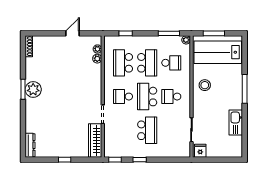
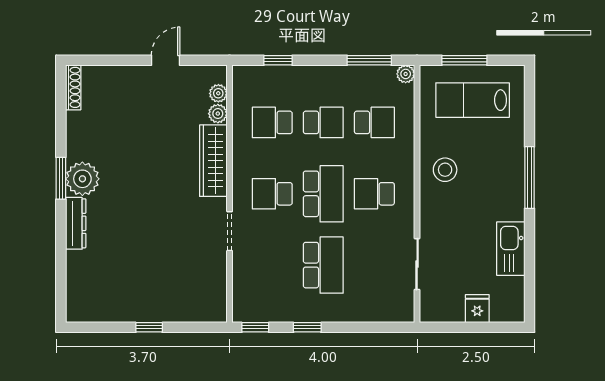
lab bench: (218, 52) -> (473, 100), width x0.73, depth x0.72
school desk: (123, 63) -> (272, 122), width x0.54
school desk: (147, 63) -> (323, 122), width x0.54
school desk: (147, 97) -> (323, 194), turned 180
wardrobe: (95, 141) -> (213, 161), moved
dresser: (30, 145) -> (76, 223), moved
fridge: (200, 151) -> (477, 309), moved

